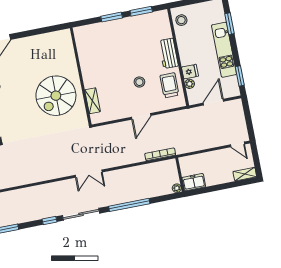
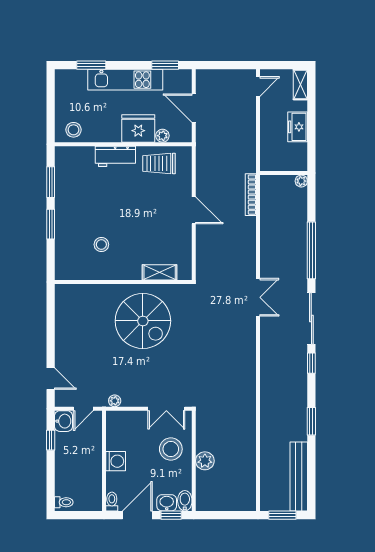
fridge: (190, 72) -> (138, 128), width x1.88, depth x1.34
stool: (139, 82) -> (101, 245), moved
freezer: (194, 182) -> (298, 127), moved

